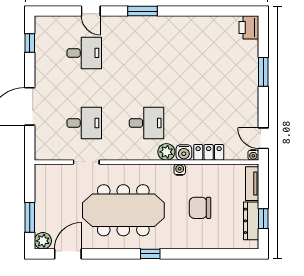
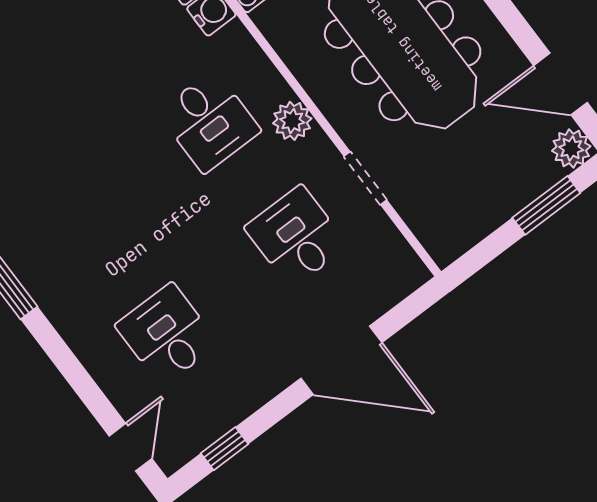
door: (91, 11) -> (130, 447), moved
desk: (147, 123) -> (209, 122), turned 180
plant: (166, 152) -> (292, 121), moved

